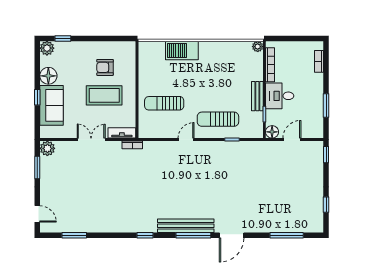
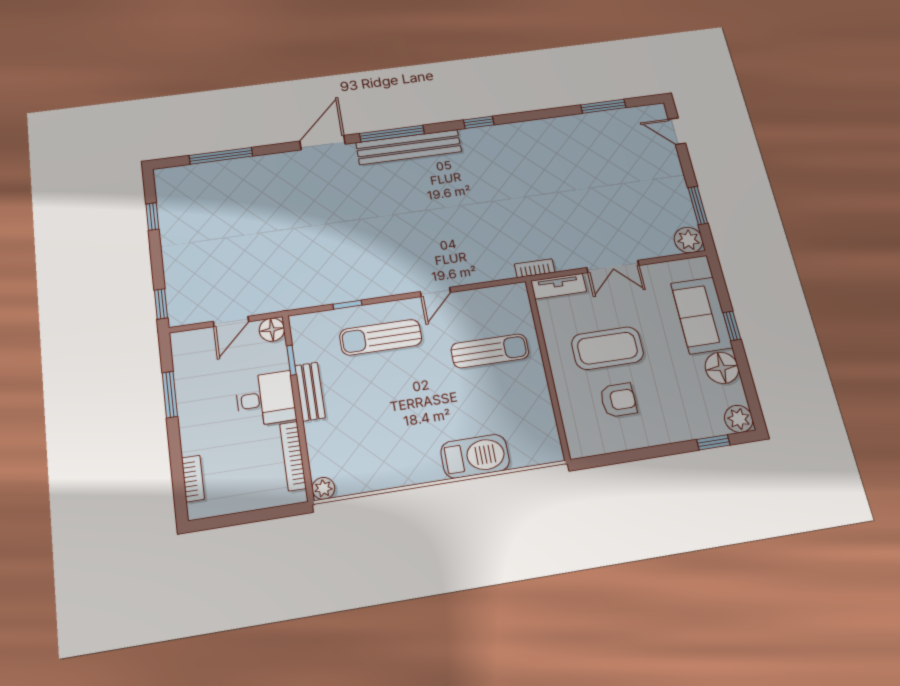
sun lounger: (218, 119) -> (381, 337), turned 180

